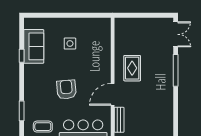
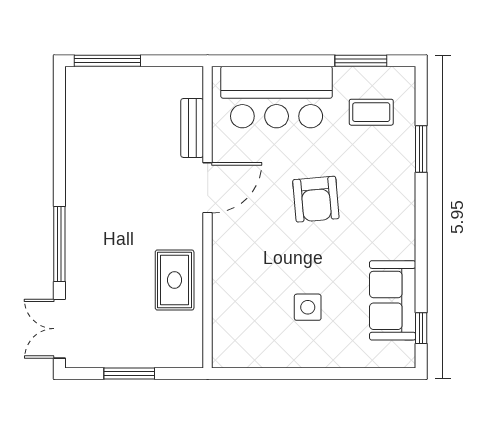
window: (146, 15) -> (129, 373), added
window: (22, 56) -> (421, 328), moved
rug: (132, 68) -> (175, 280), moved

